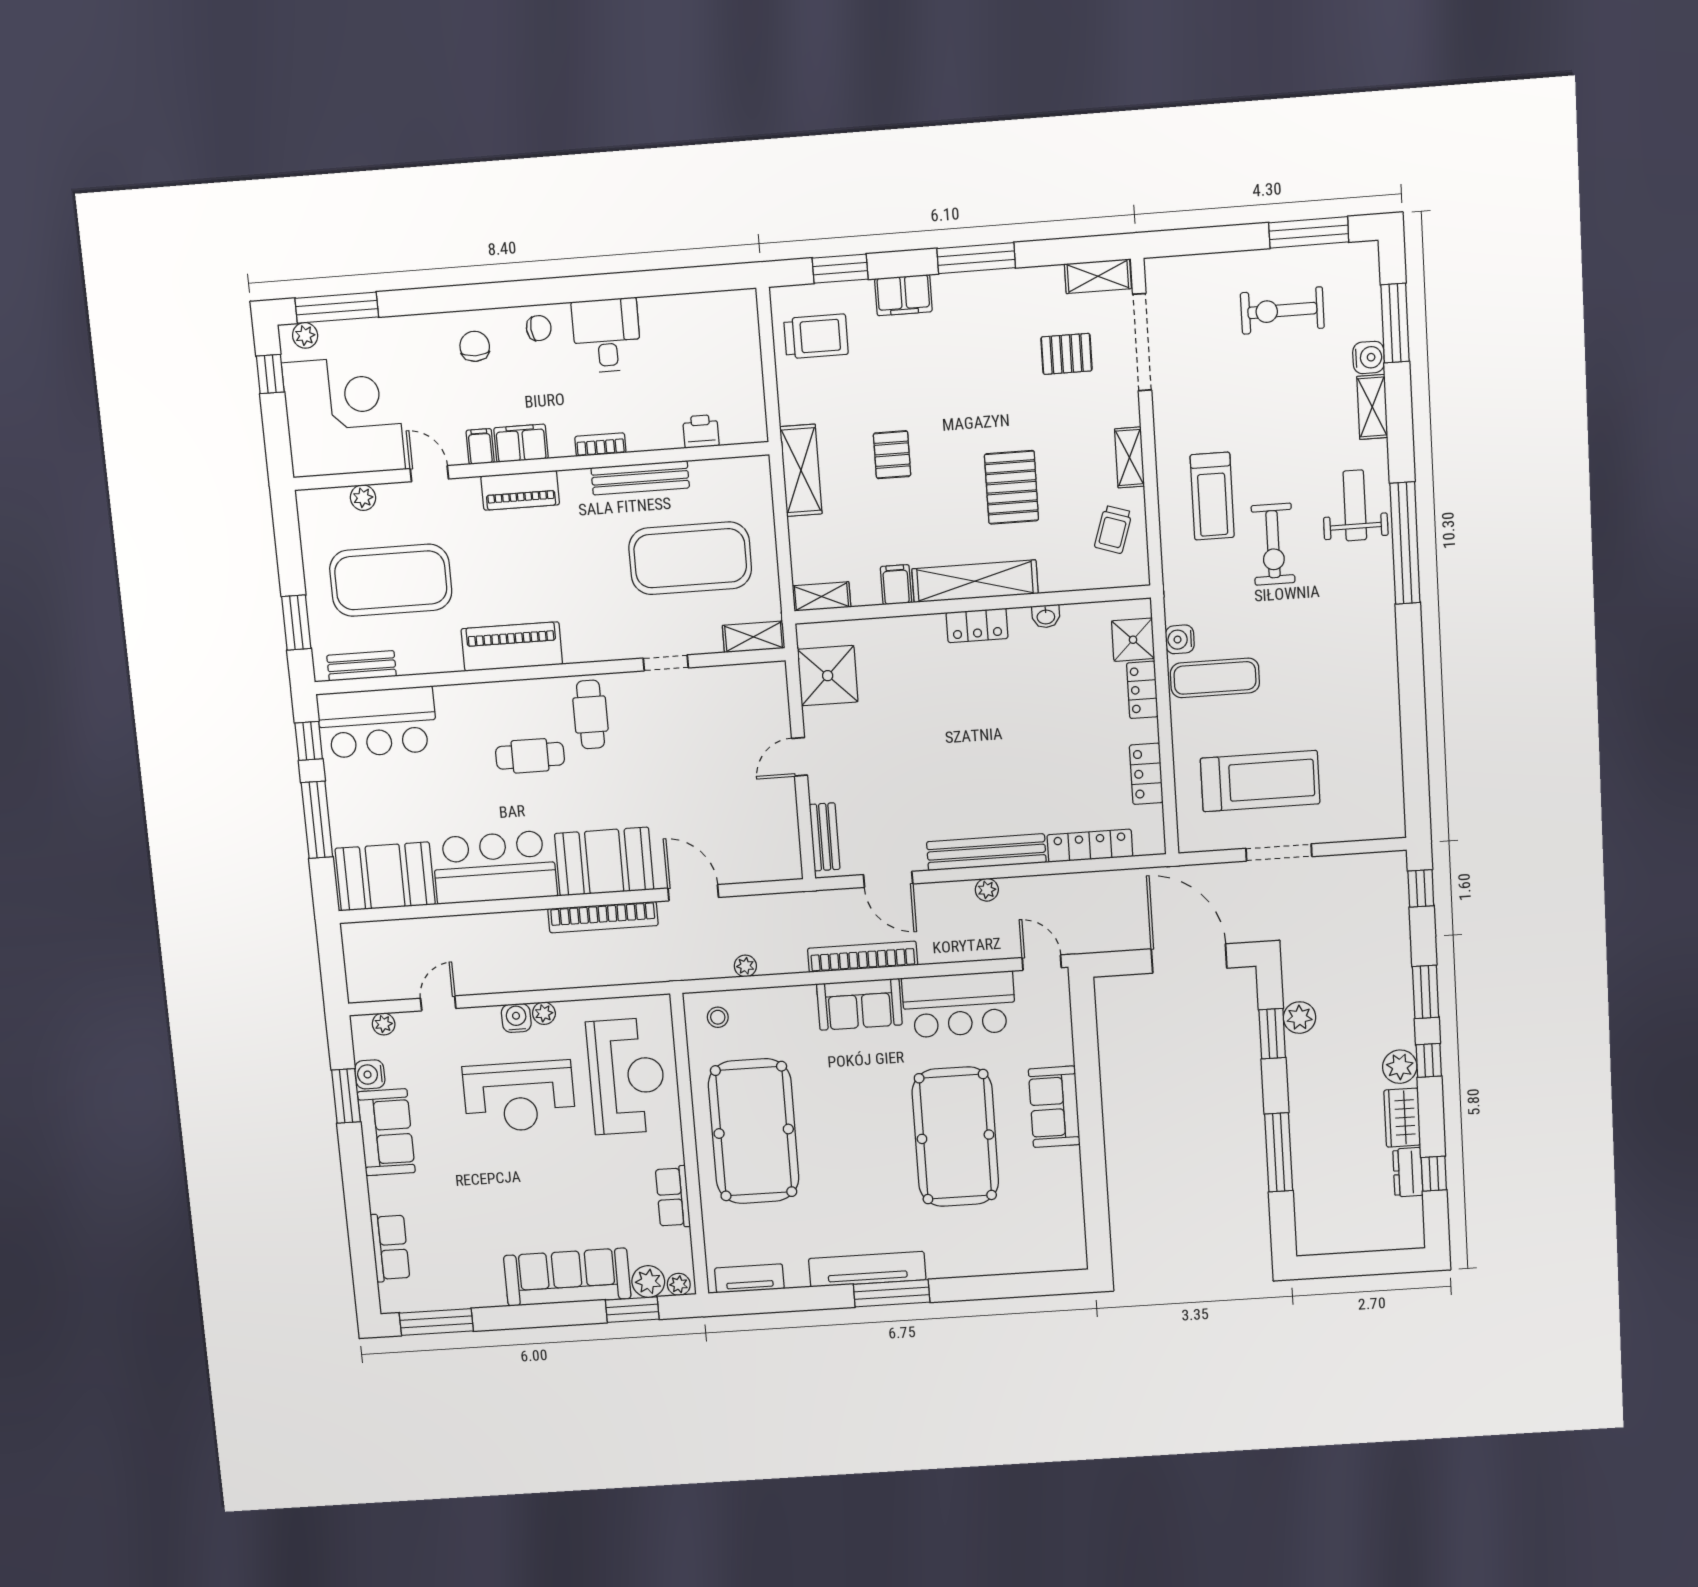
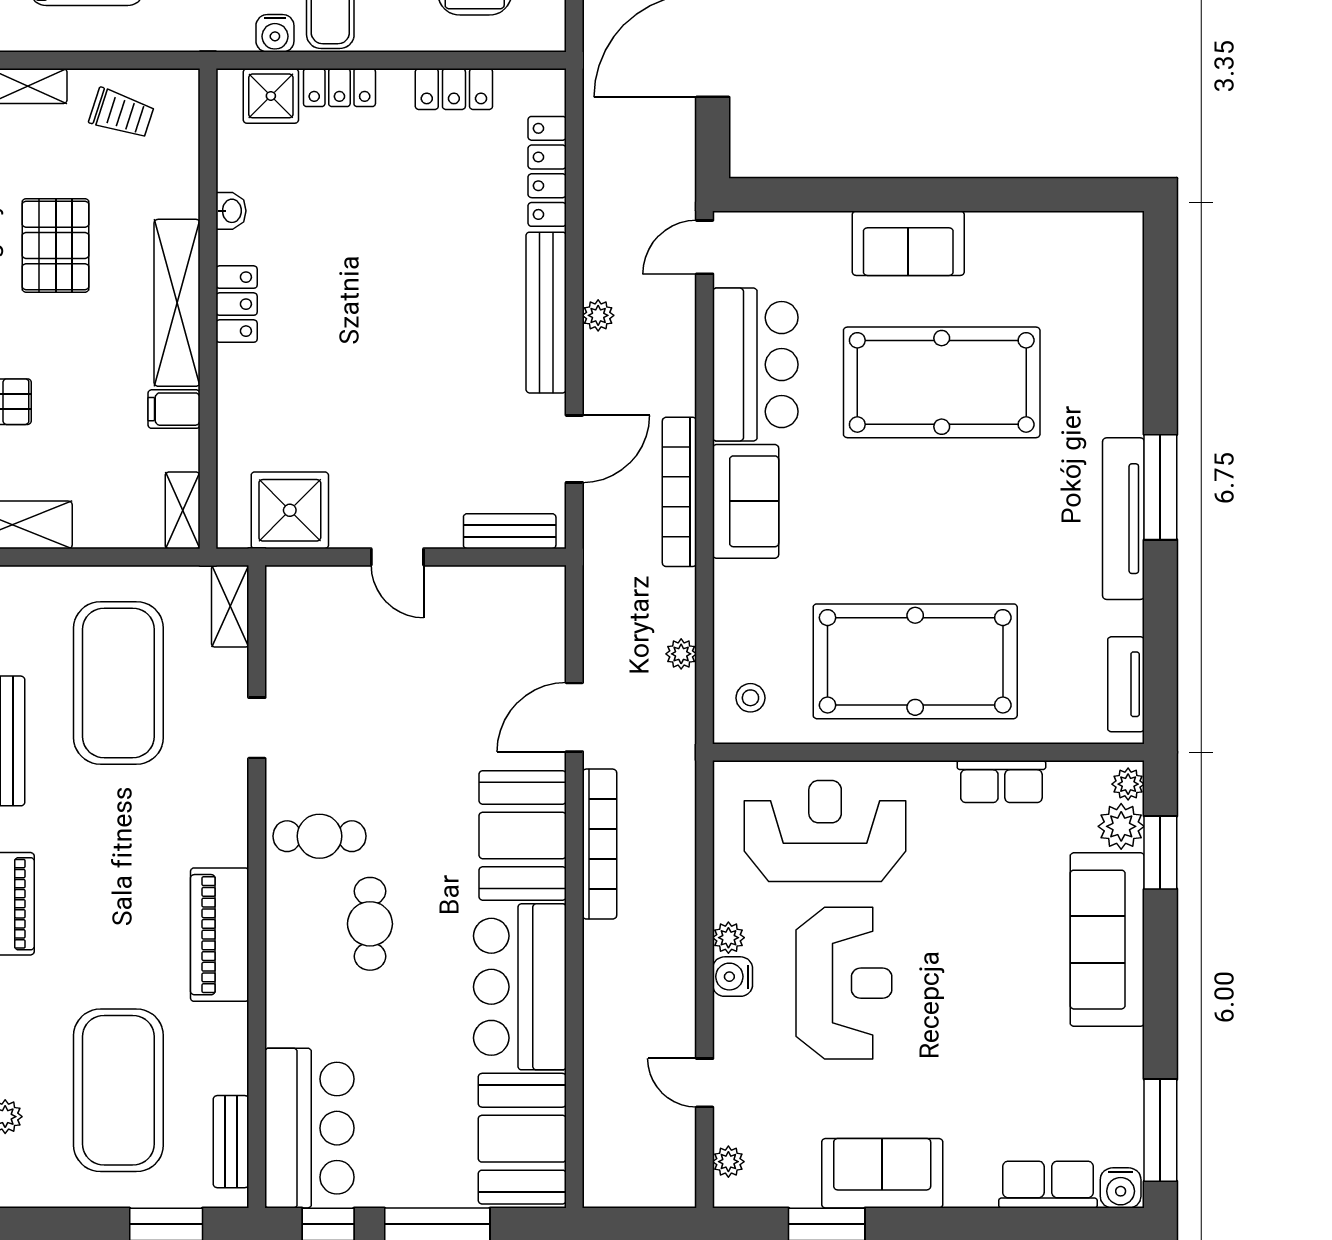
pallet: (1011, 487) -> (56, 245), turned 90
water cooler: (370, 1074) -> (1121, 1188), moved

